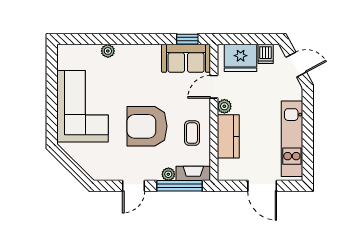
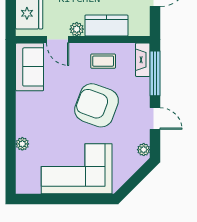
window: (187, 39) -> (11, 66), removed
armchair: (147, 126) -> (97, 105), turned 110
plant: (168, 174) -> (144, 150), moved

